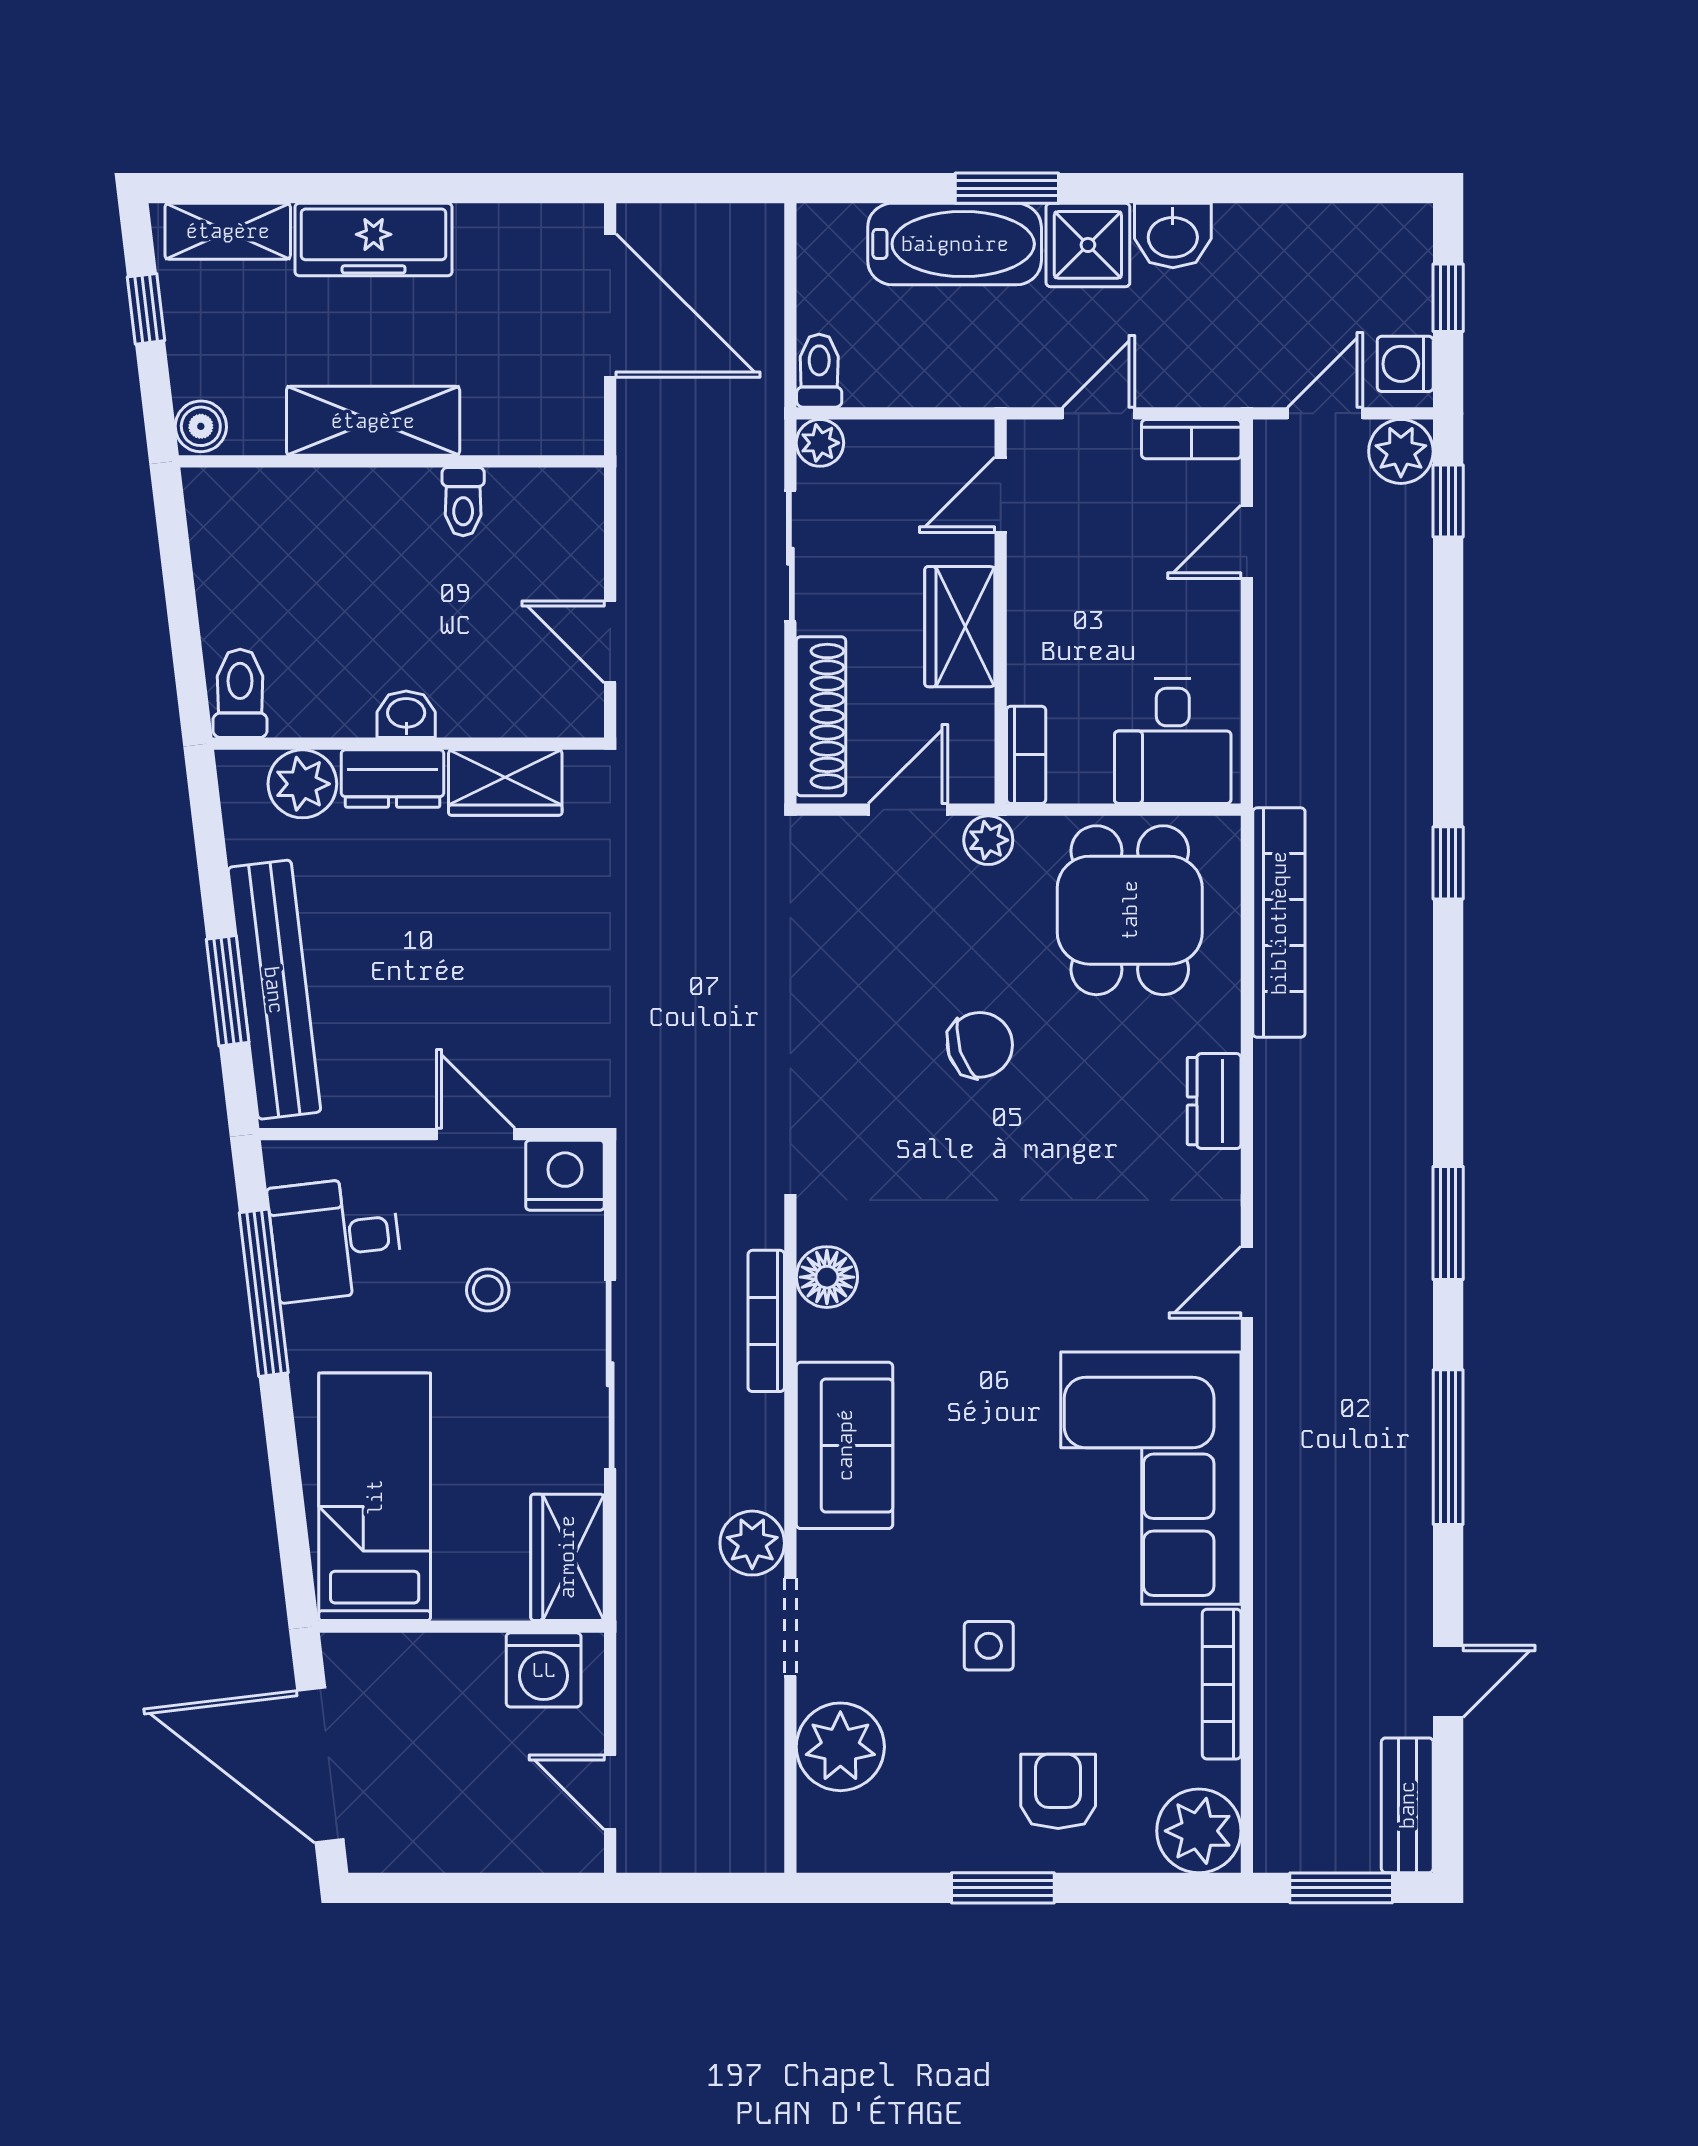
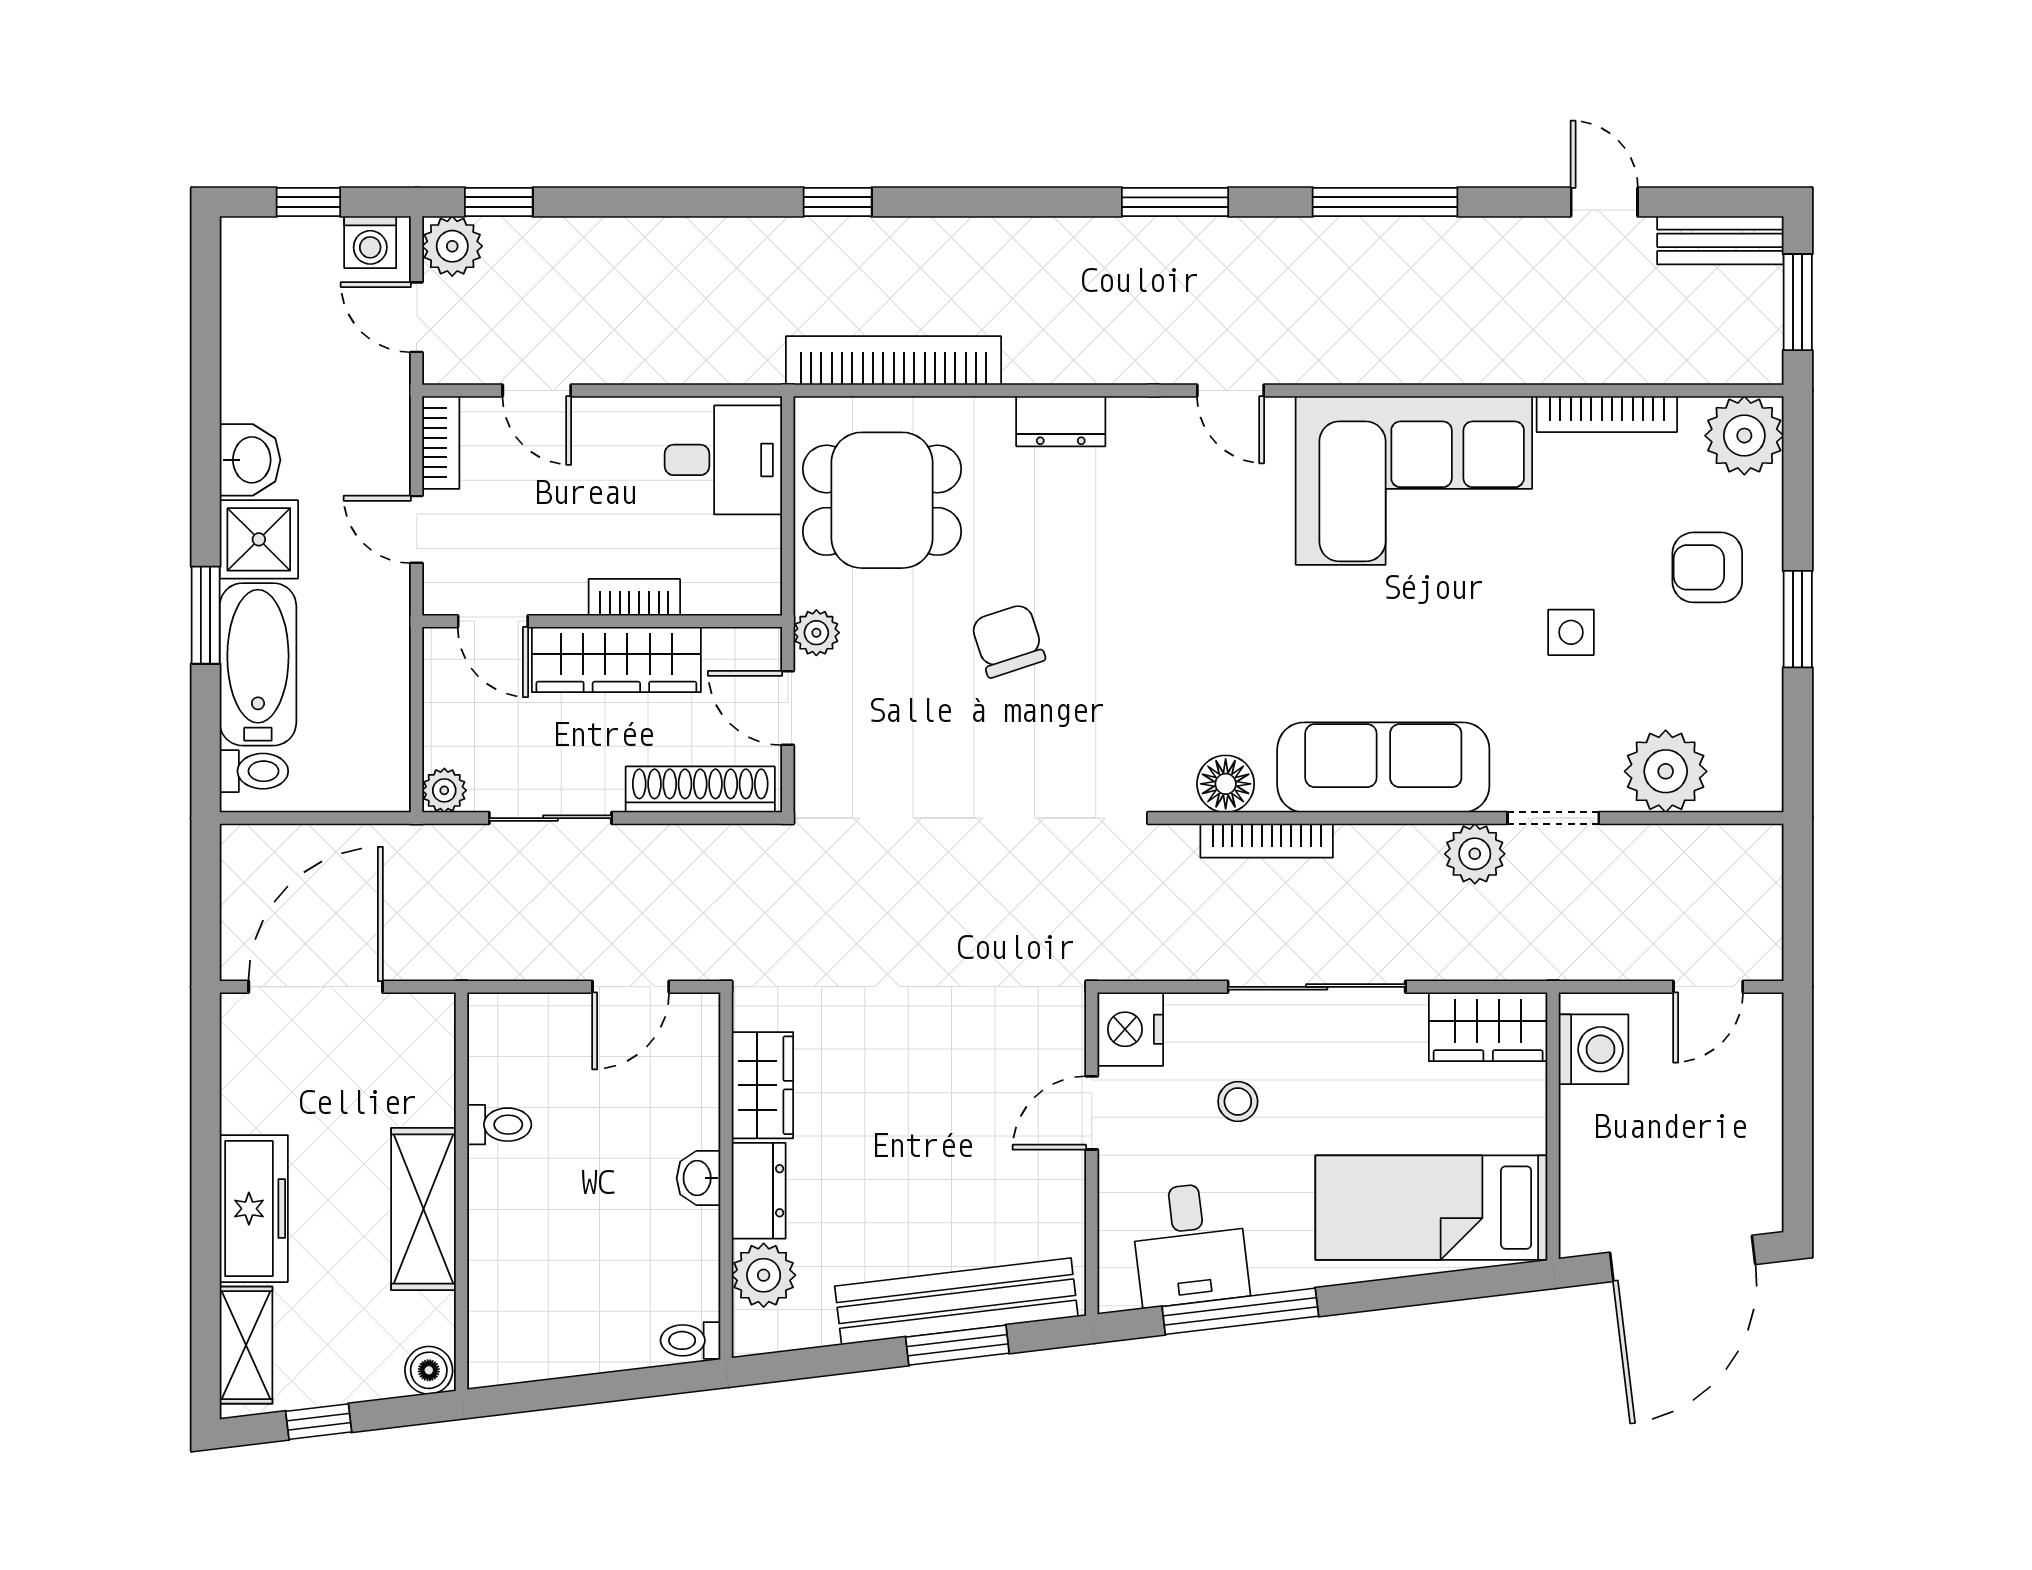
toilet: (819, 371) -> (254, 771), moved, turned 180
wardrobe: (960, 627) -> (616, 659), width x1.50
toilet: (240, 693) -> (690, 1340), width x0.73, depth x0.72
bookcase: (1026, 755) -> (634, 597), moved
sofa: (845, 1445) -> (1383, 767), width x1.36

